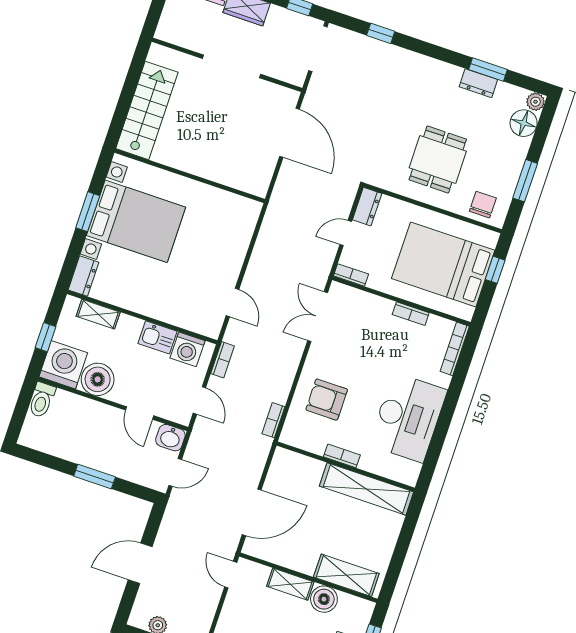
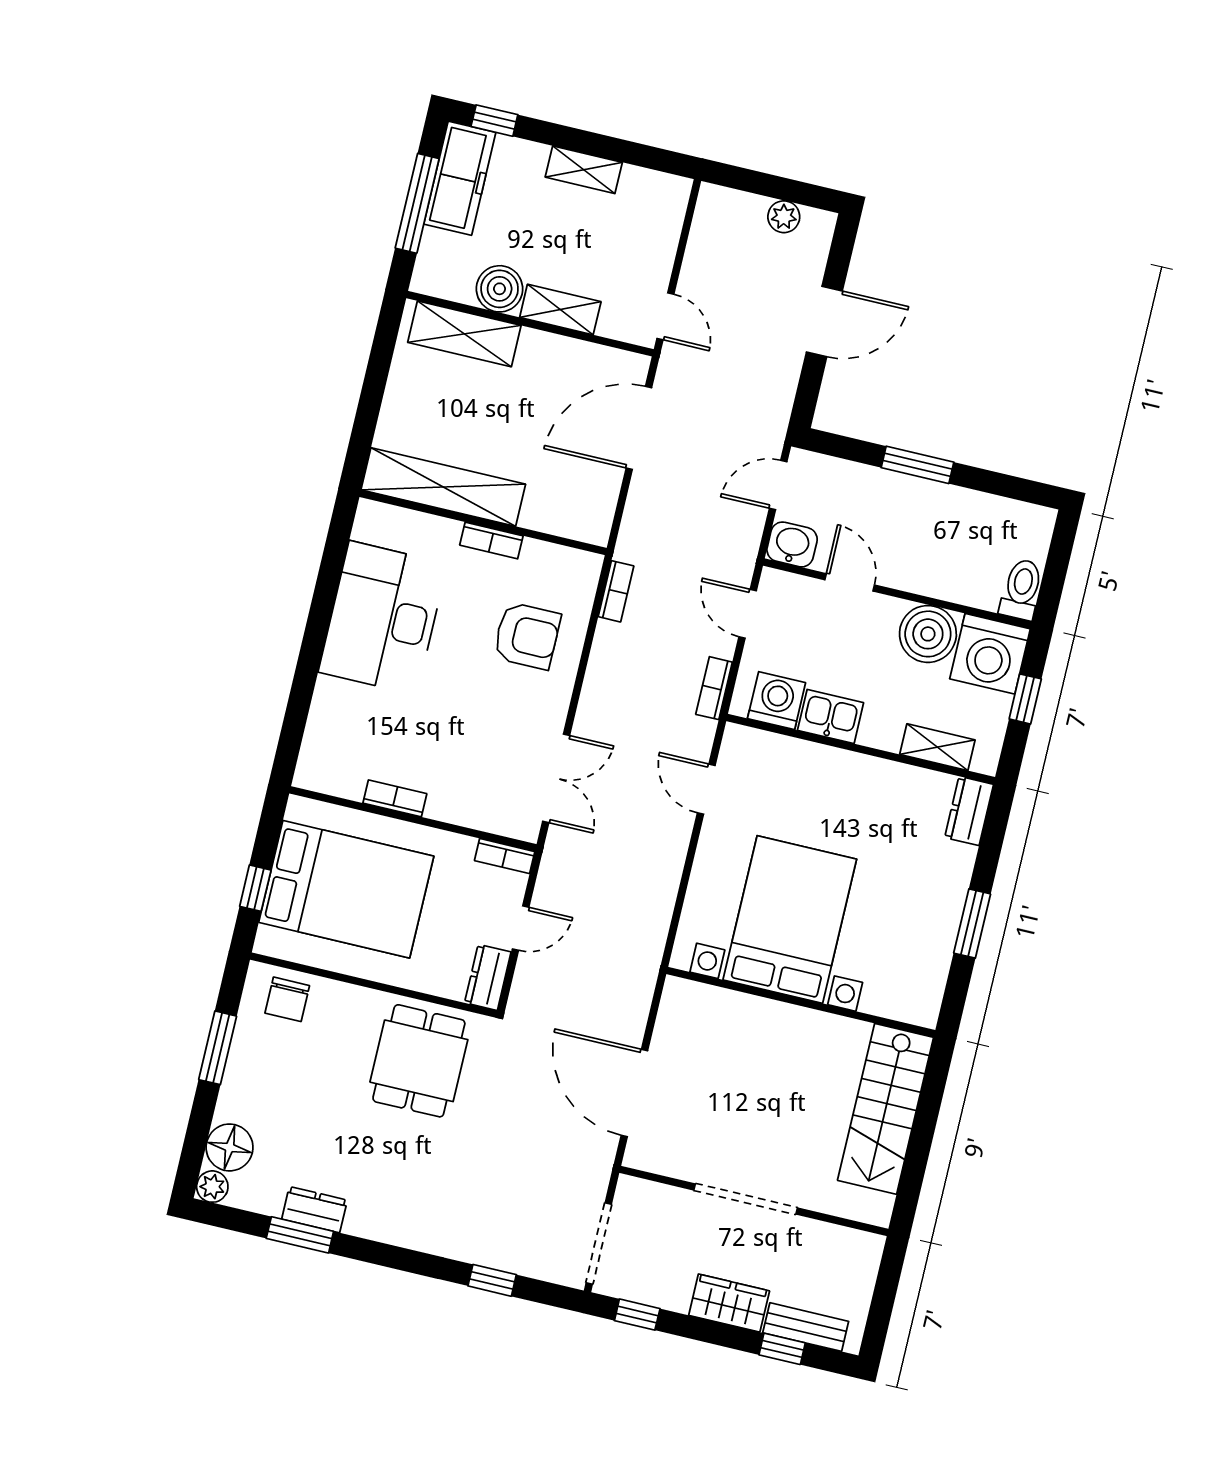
dining table: (438, 160) -> (419, 1061), moved
bed with nightstands: (136, 221) -> (790, 920), moved, turned 90
bookcase: (455, 349) -> (313, 744), removed

